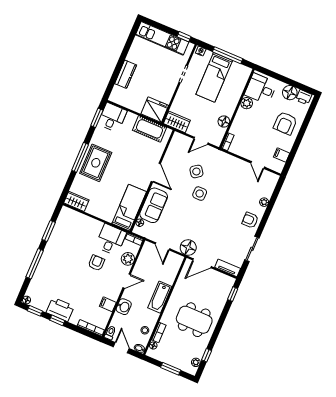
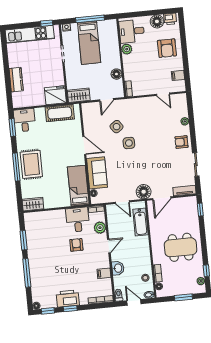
bathtub: (160, 297) -> (141, 222), moved

